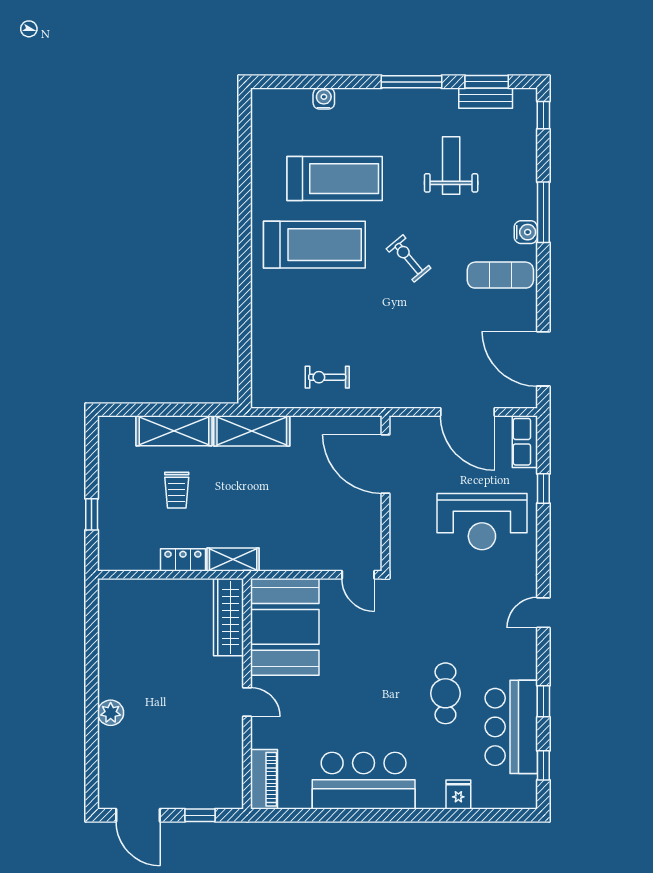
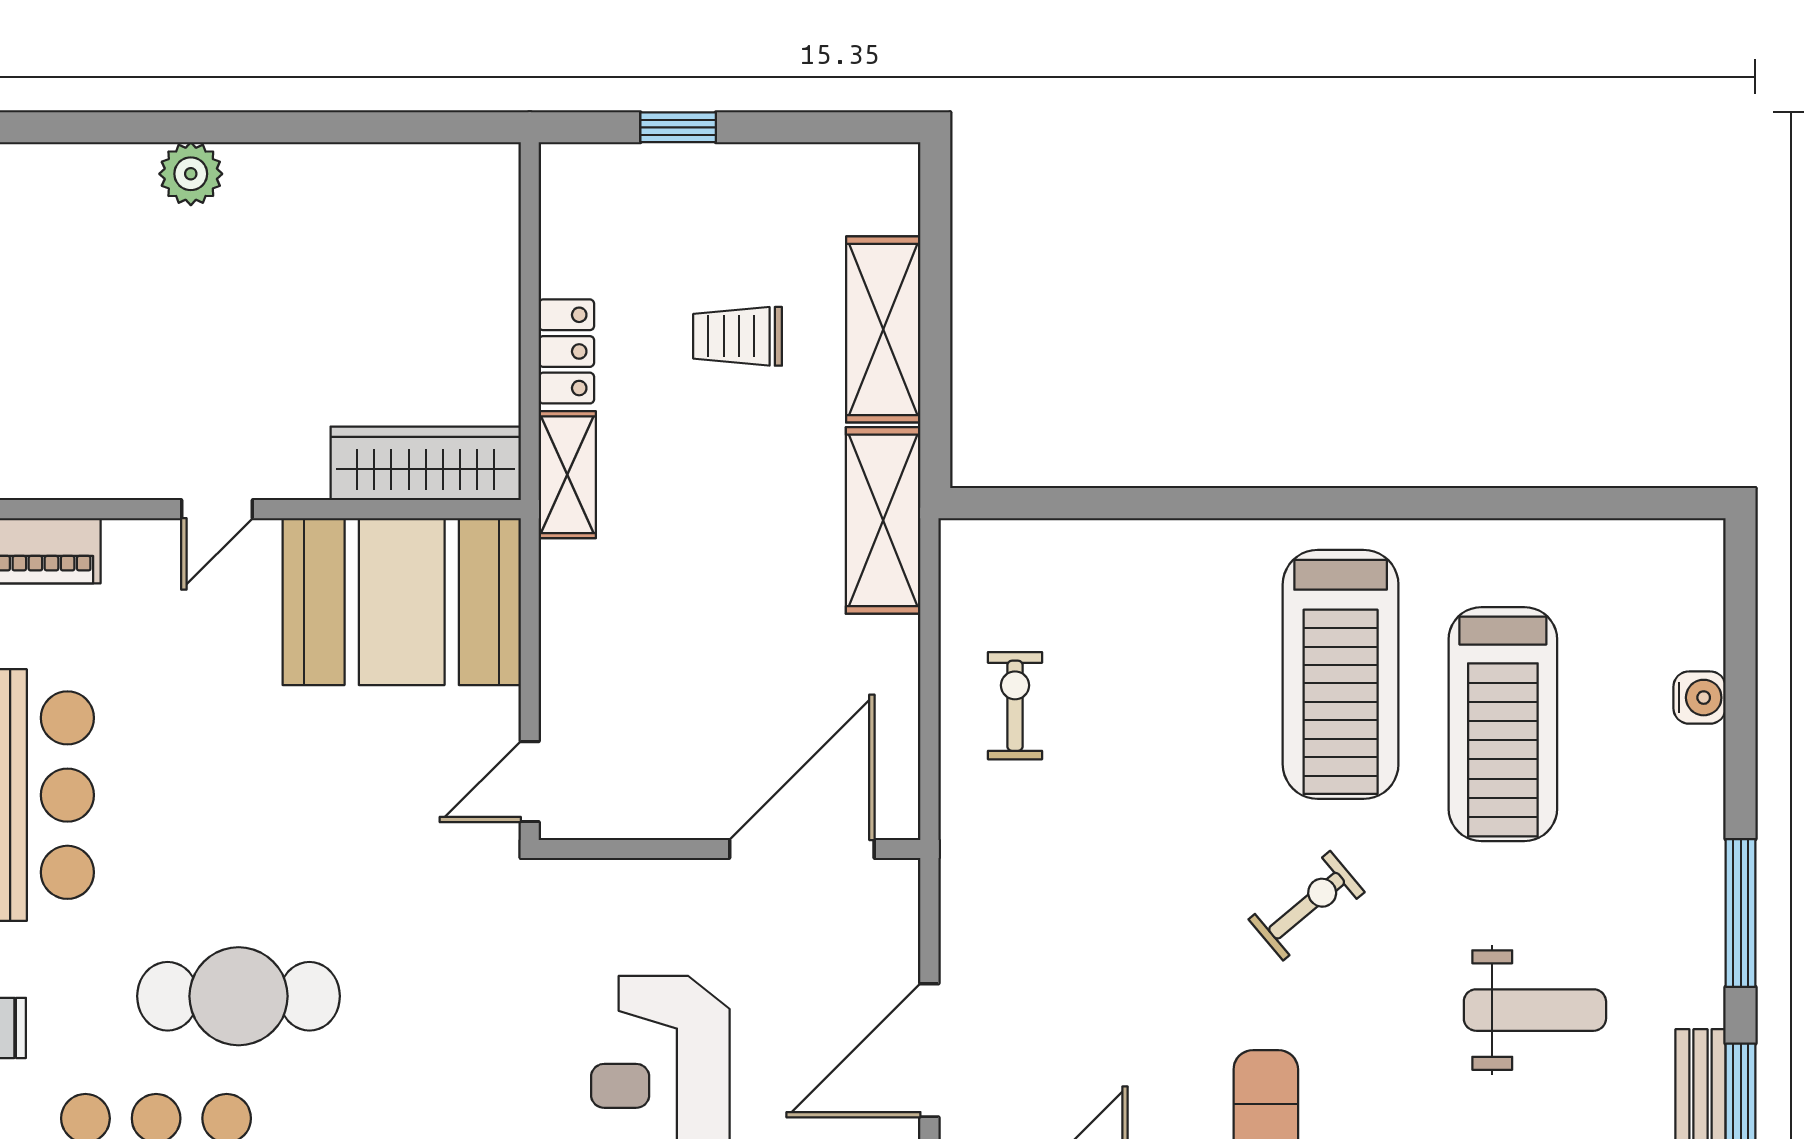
cafe table: (445, 693) -> (239, 996), width x1.37, depth x1.35

